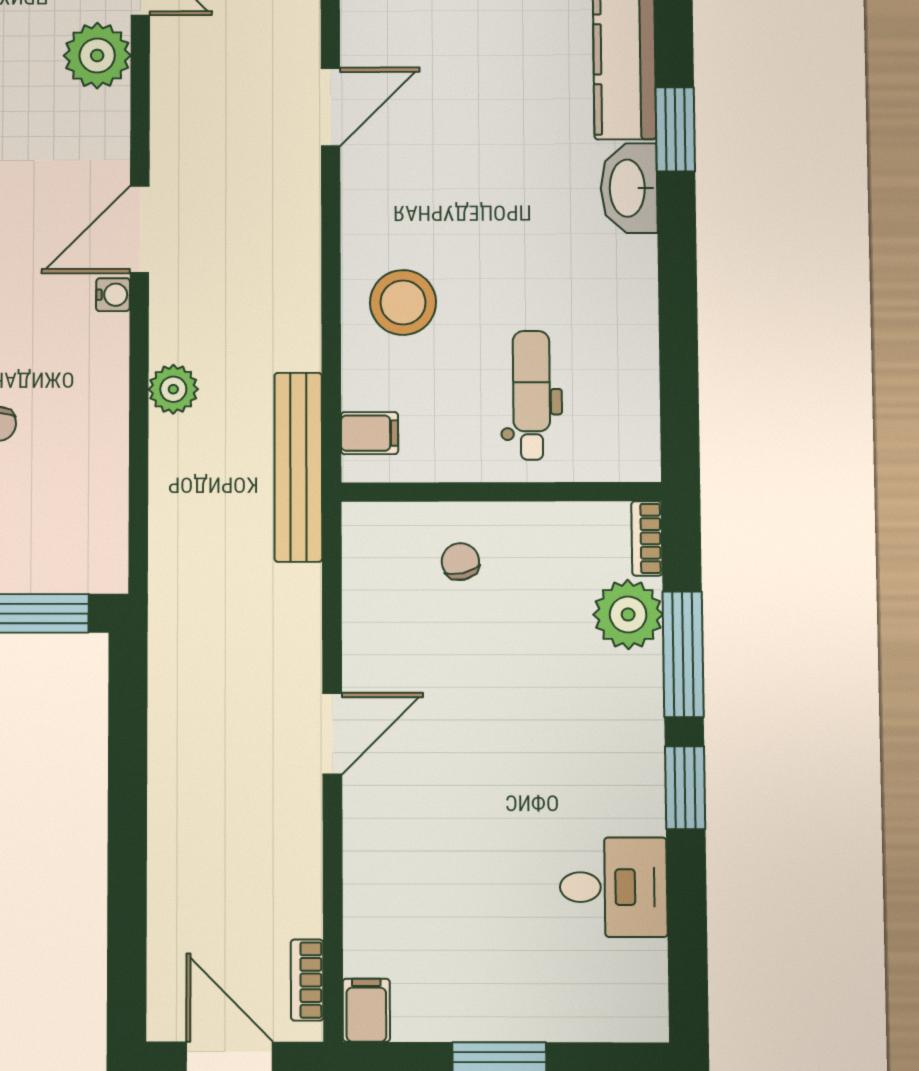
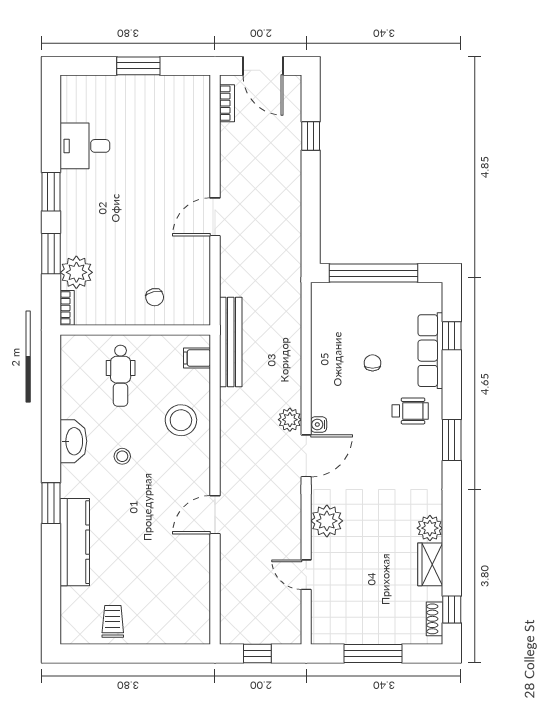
plant: (97, 56) -> (327, 521), moved
washbasin: (629, 188) -> (73, 441), moved
stool: (526, 227) -> (122, 456), added
plant: (173, 389) -> (290, 420), moved
window: (683, 654) -> (51, 254), width x0.69
window: (127, 908) -> (311, 136), added
filing cabinet: (366, 1010) -> (200, 89), removed

